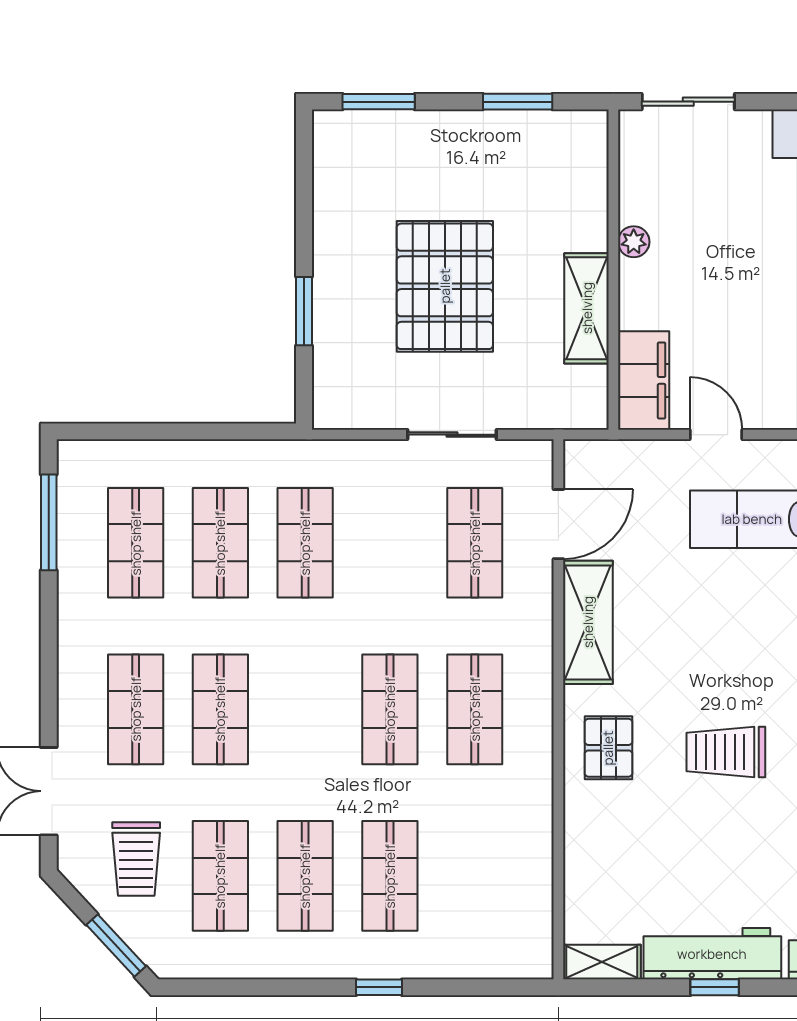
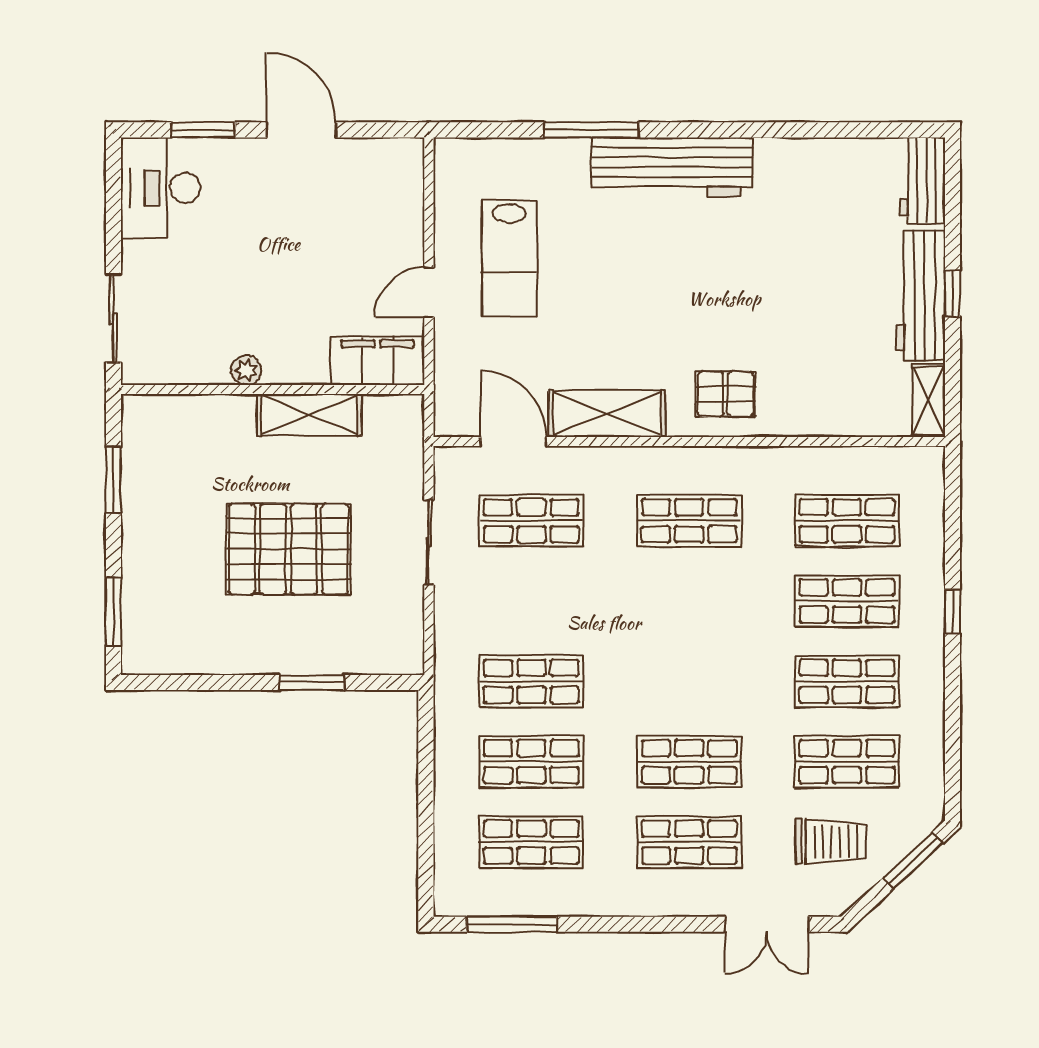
shop shelf: (390, 709) -> (847, 521), moved
trolley: (726, 752) -> (730, 283), removed

